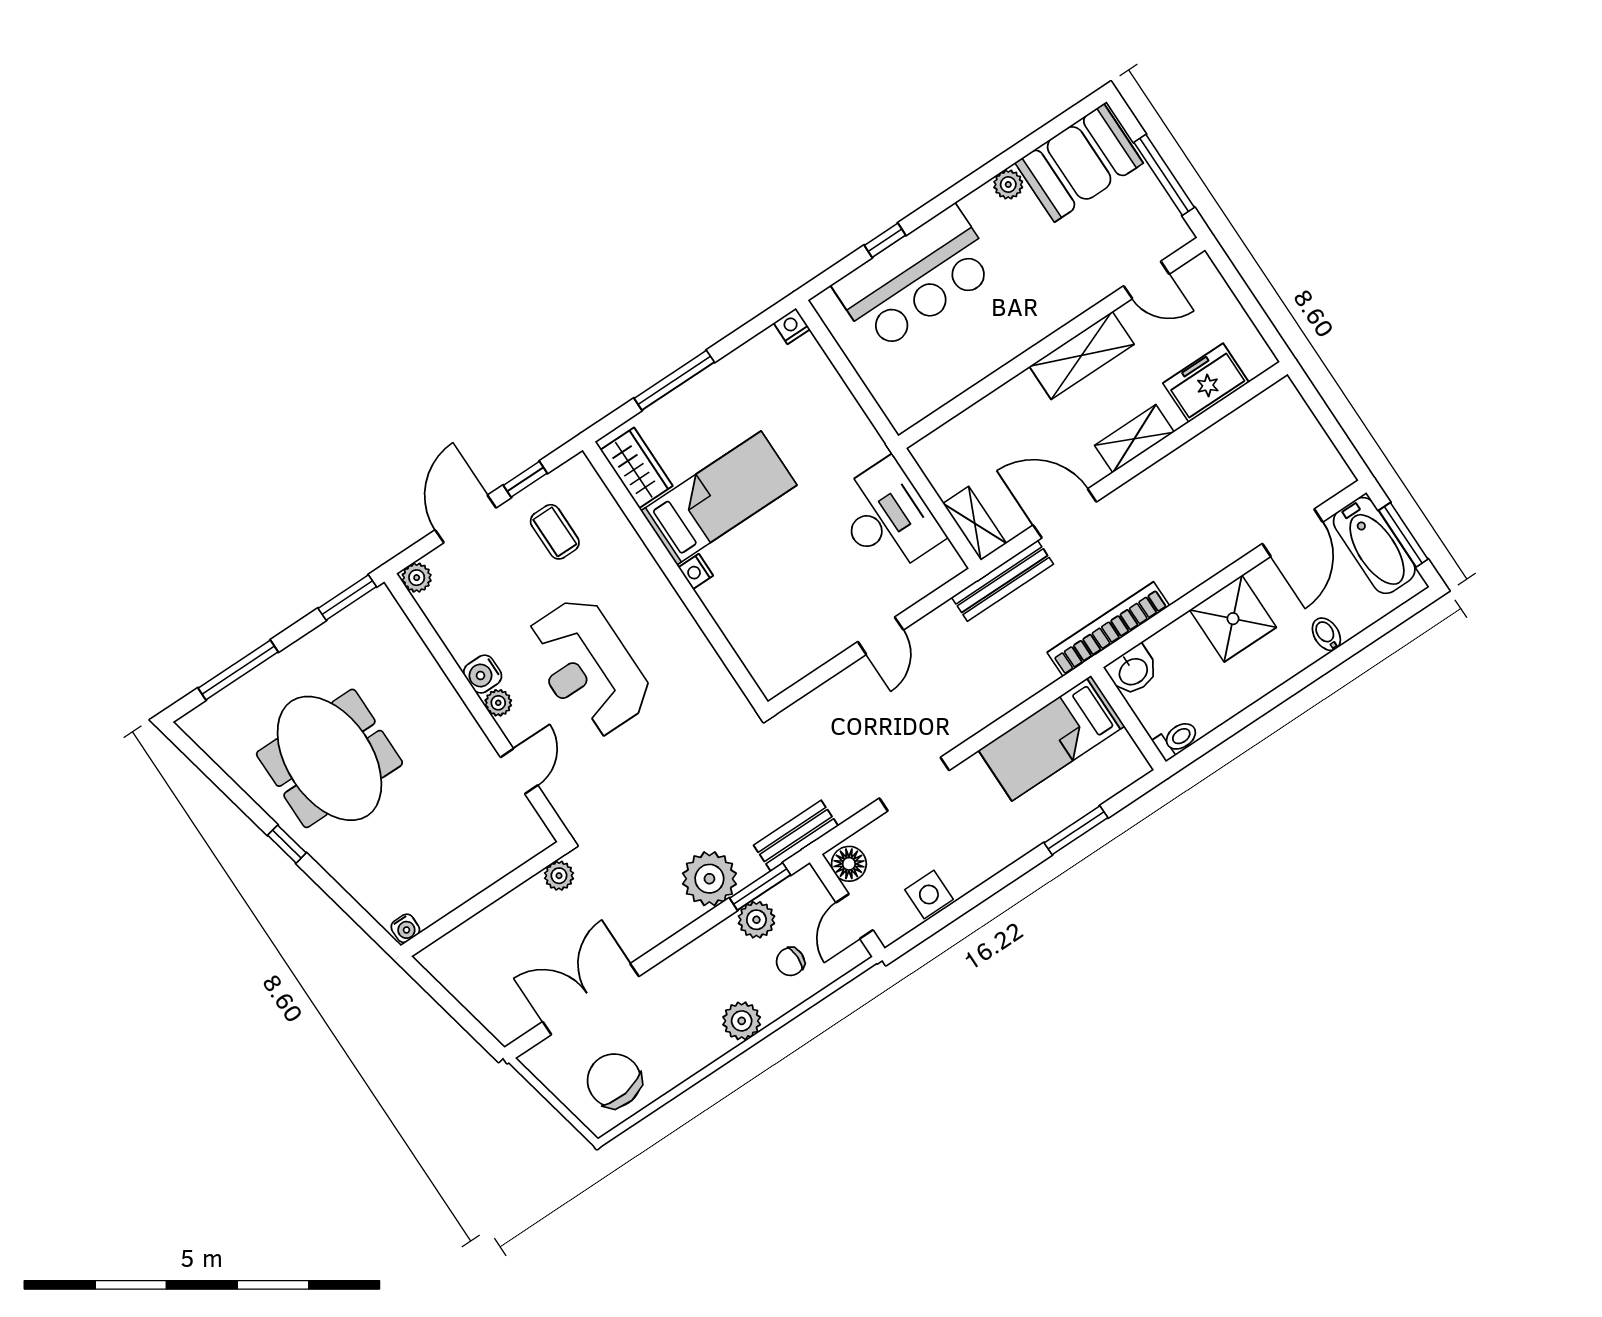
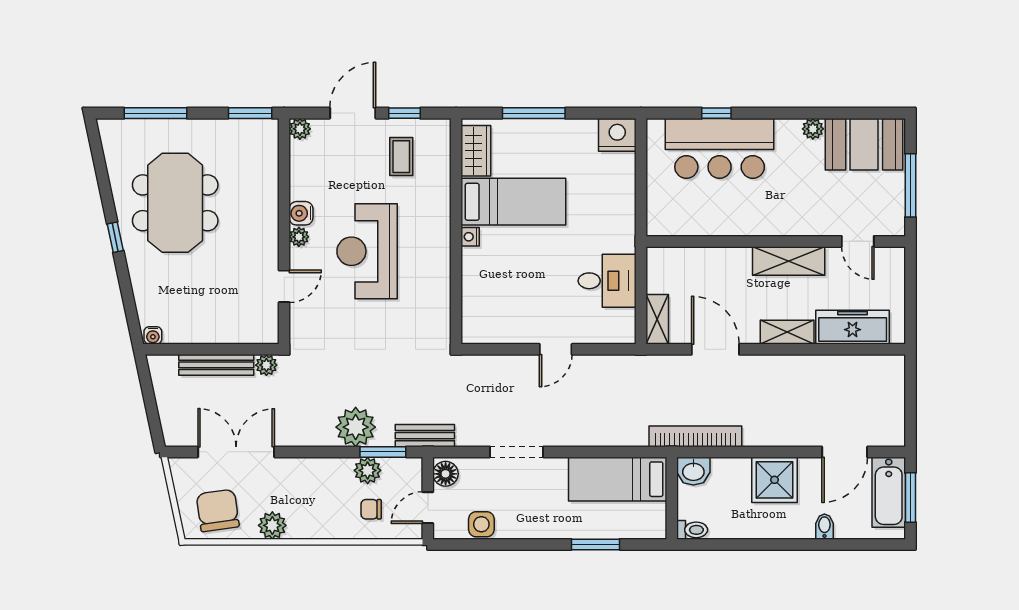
nightstand: (792, 326) -> (617, 135), width x1.89, depth x1.79
freezer: (1206, 383) -> (853, 327), width x1.40
desk: (887, 517) -> (607, 281), width x0.73
bench: (1002, 581) -> (216, 365), moved
plant: (742, 1021) -> (272, 525), moved

